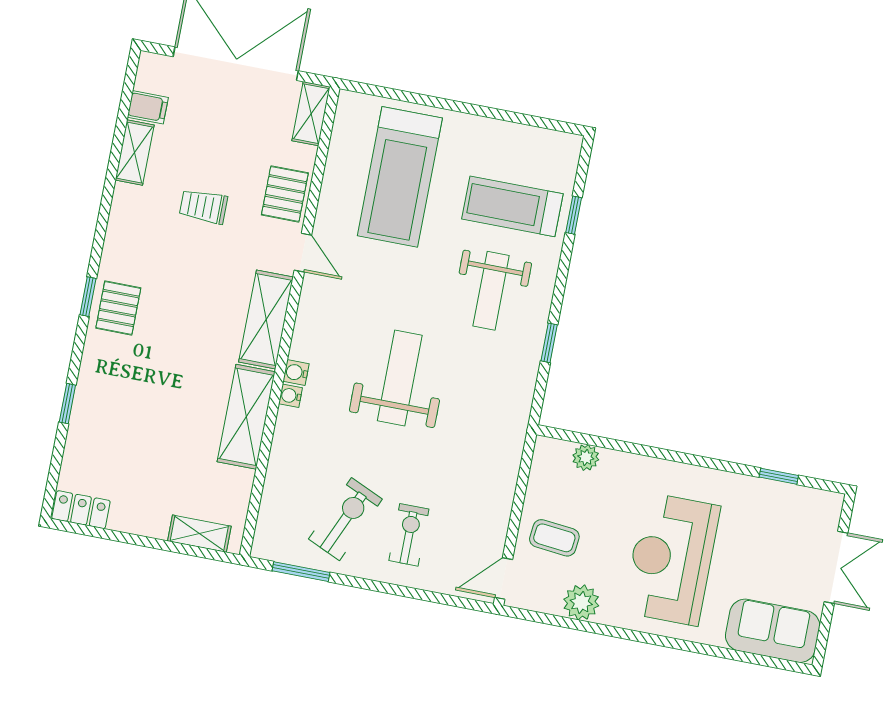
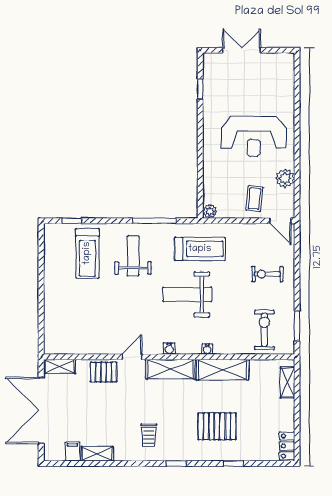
treadmill: (400, 177) -> (200, 249), moved, width x0.73, depth x0.73
trolley: (203, 206) -> (149, 435), moved
window: (574, 215) -> (72, 221), moved
weight bench: (491, 291) -> (133, 256), turned -90
pallet: (118, 308) -> (217, 426), moved, width x1.50, depth x1.42
window: (549, 343) -> (154, 221), width x2.17
water cooler: (296, 372) -> (169, 349), moved
plant: (586, 457) -> (210, 211), moved
exercise bike: (345, 519) -> (264, 330), moved, turned 66
sofa: (773, 631) -> (281, 77), removed

